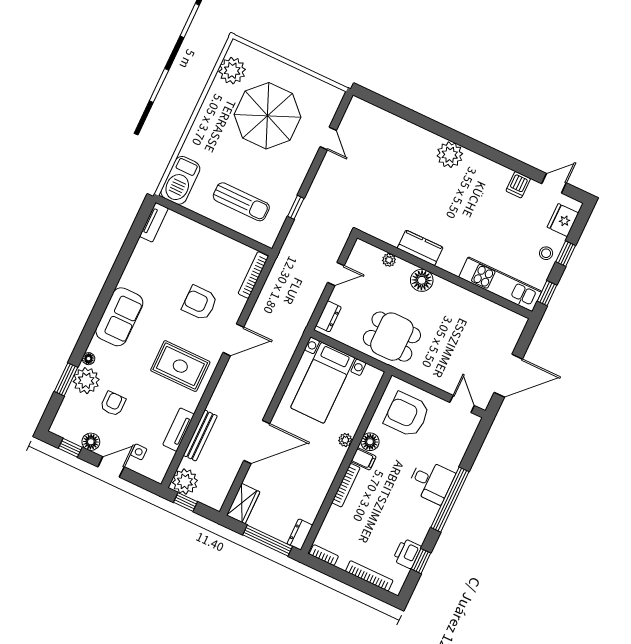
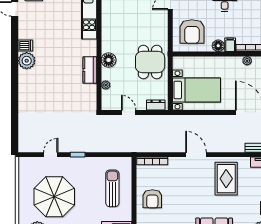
plant: (450, 155) -> (27, 61), moved
dishwasher: (518, 185) -> (25, 46), moved
window: (296, 207) -> (78, 155), moved
armchair: (200, 303) -> (152, 199), moved
plant: (345, 440) -> (247, 61), moved

